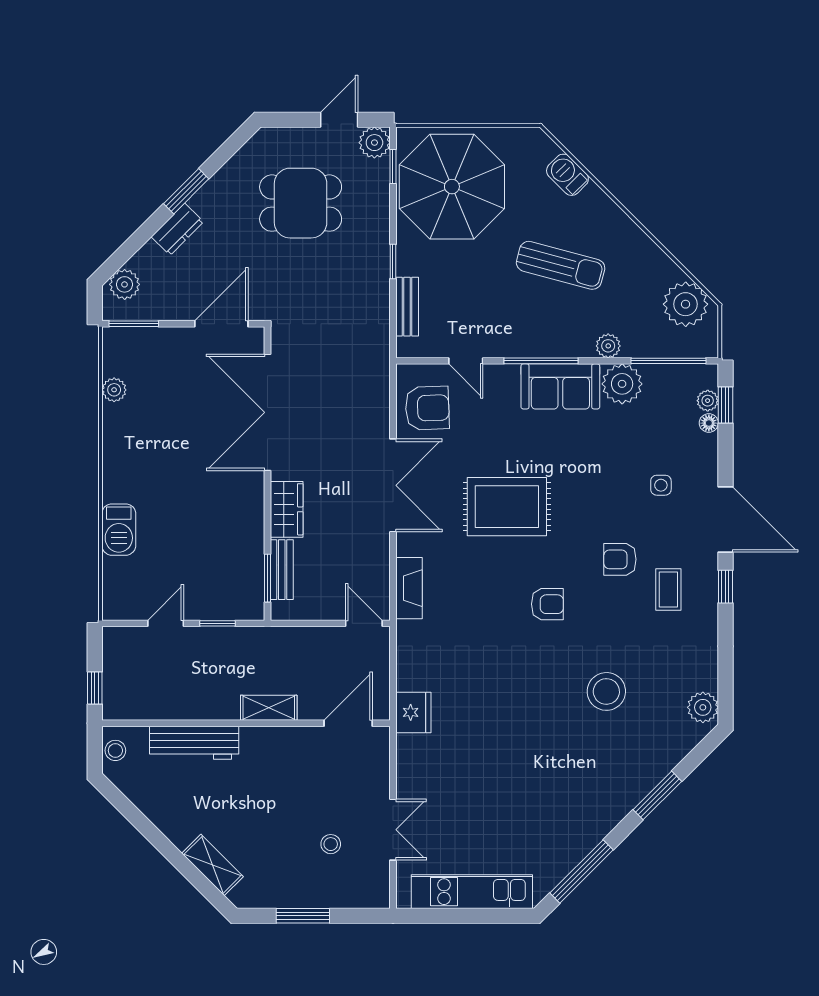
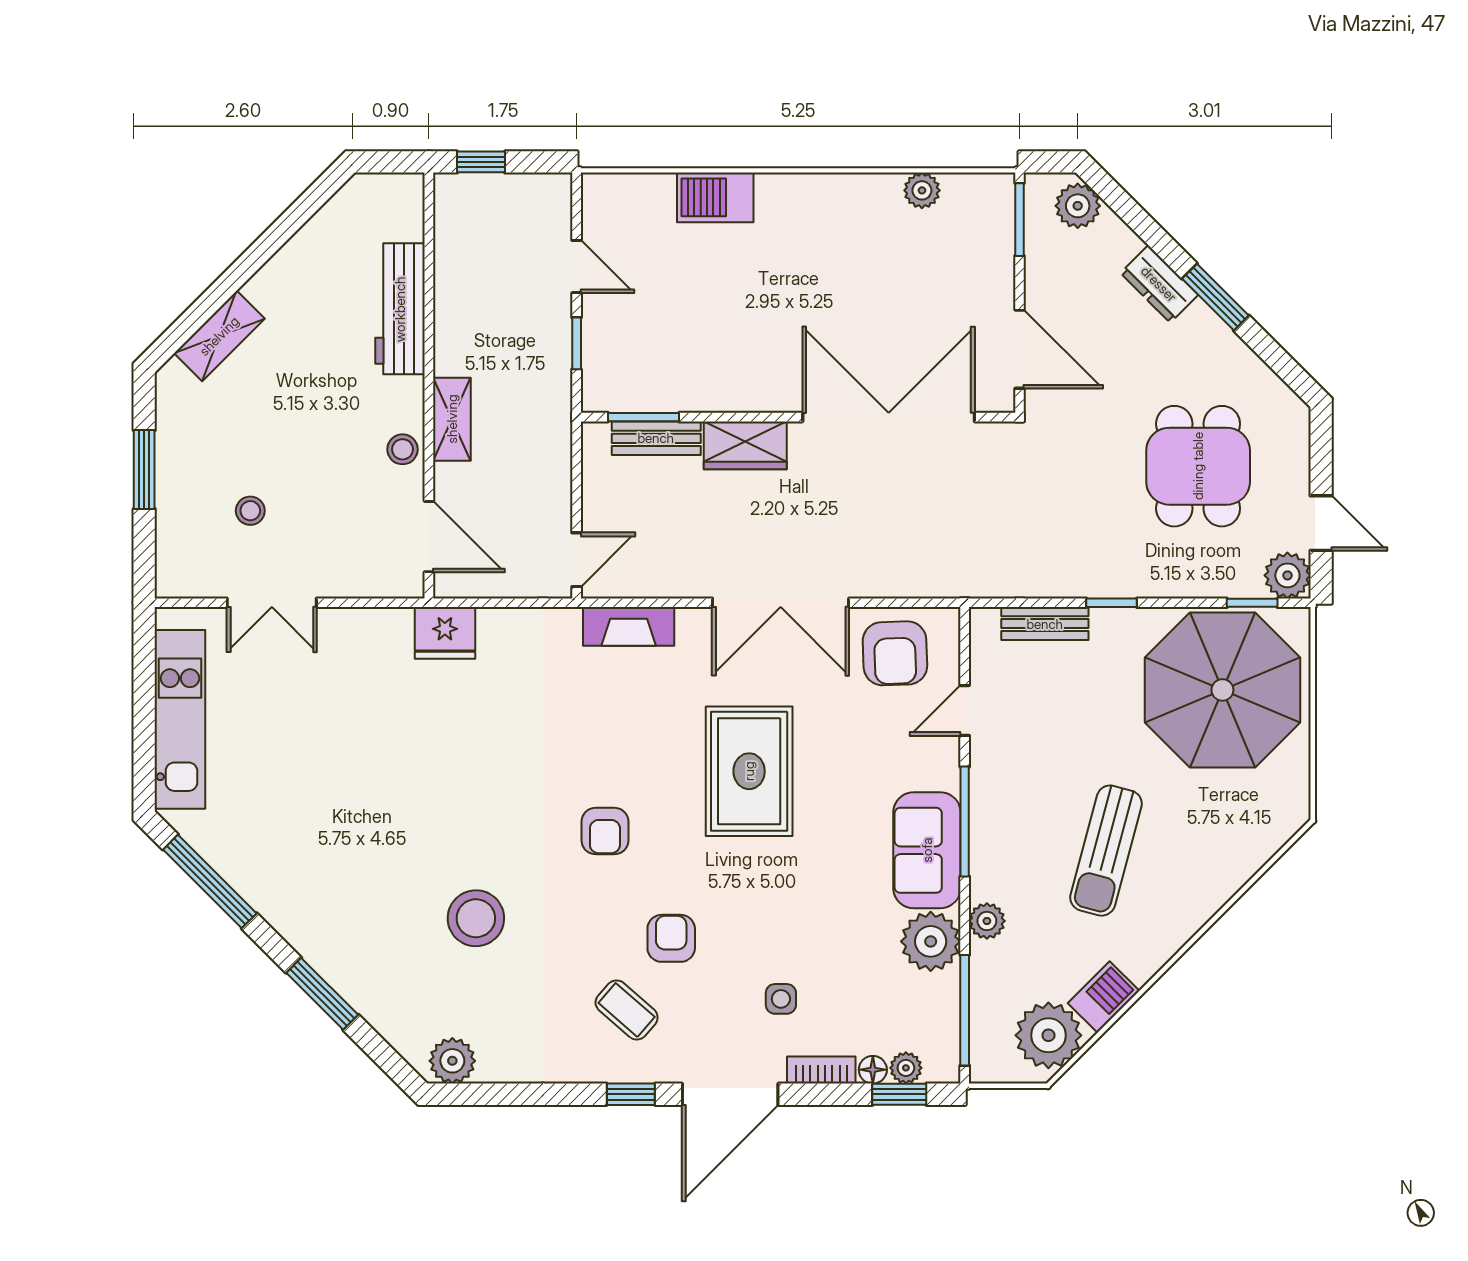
barbecue: (567, 175) -> (1104, 997), moved
bookcase: (709, 458) -> (821, 1070), added
coffee table: (668, 590) -> (627, 1010), turned 41
stool: (115, 750) -> (403, 449), moved

